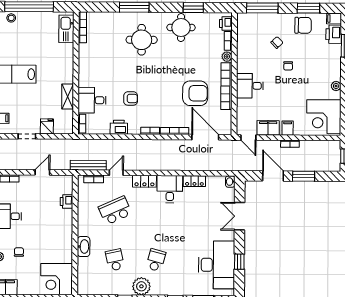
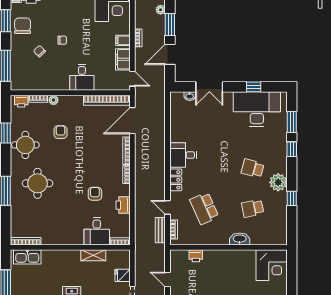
bookcase: (226, 86) -> (107, 100), moved
armchair: (195, 93) -> (61, 132), moved, width x0.53, depth x0.53
door: (248, 137) -> (132, 79), hinge flipped
bench: (88, 165) -> (160, 230), width x0.73
plant: (319, 167) -> (161, 10), added
locker: (194, 181) -> (175, 131), removed
washbasin: (230, 182) -> (190, 96), moved

